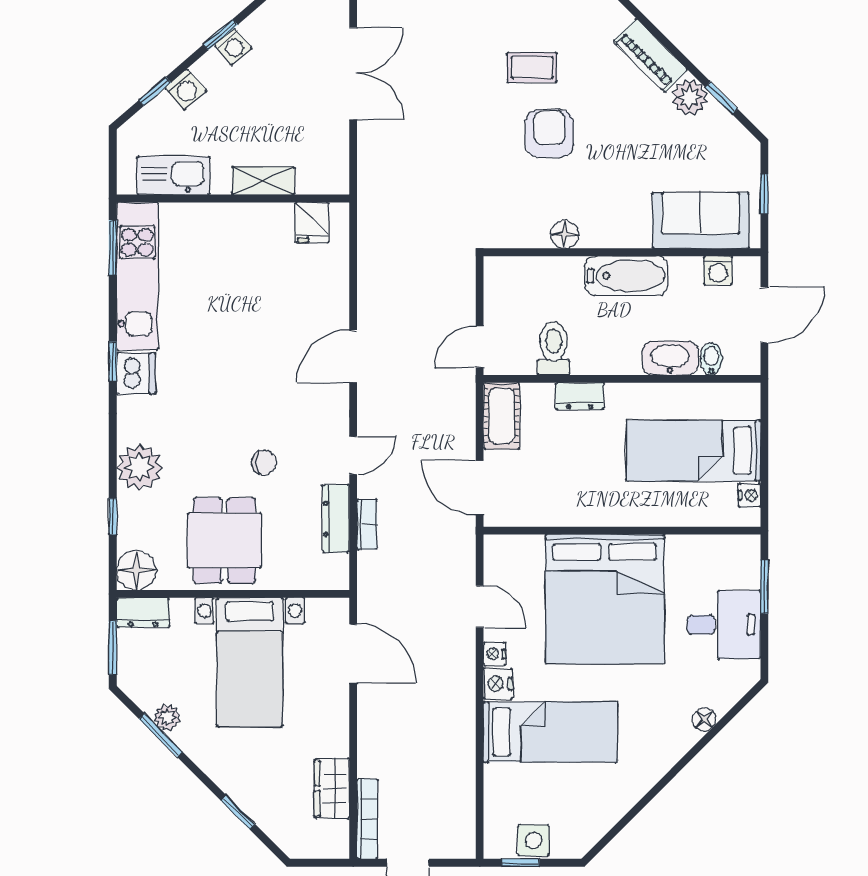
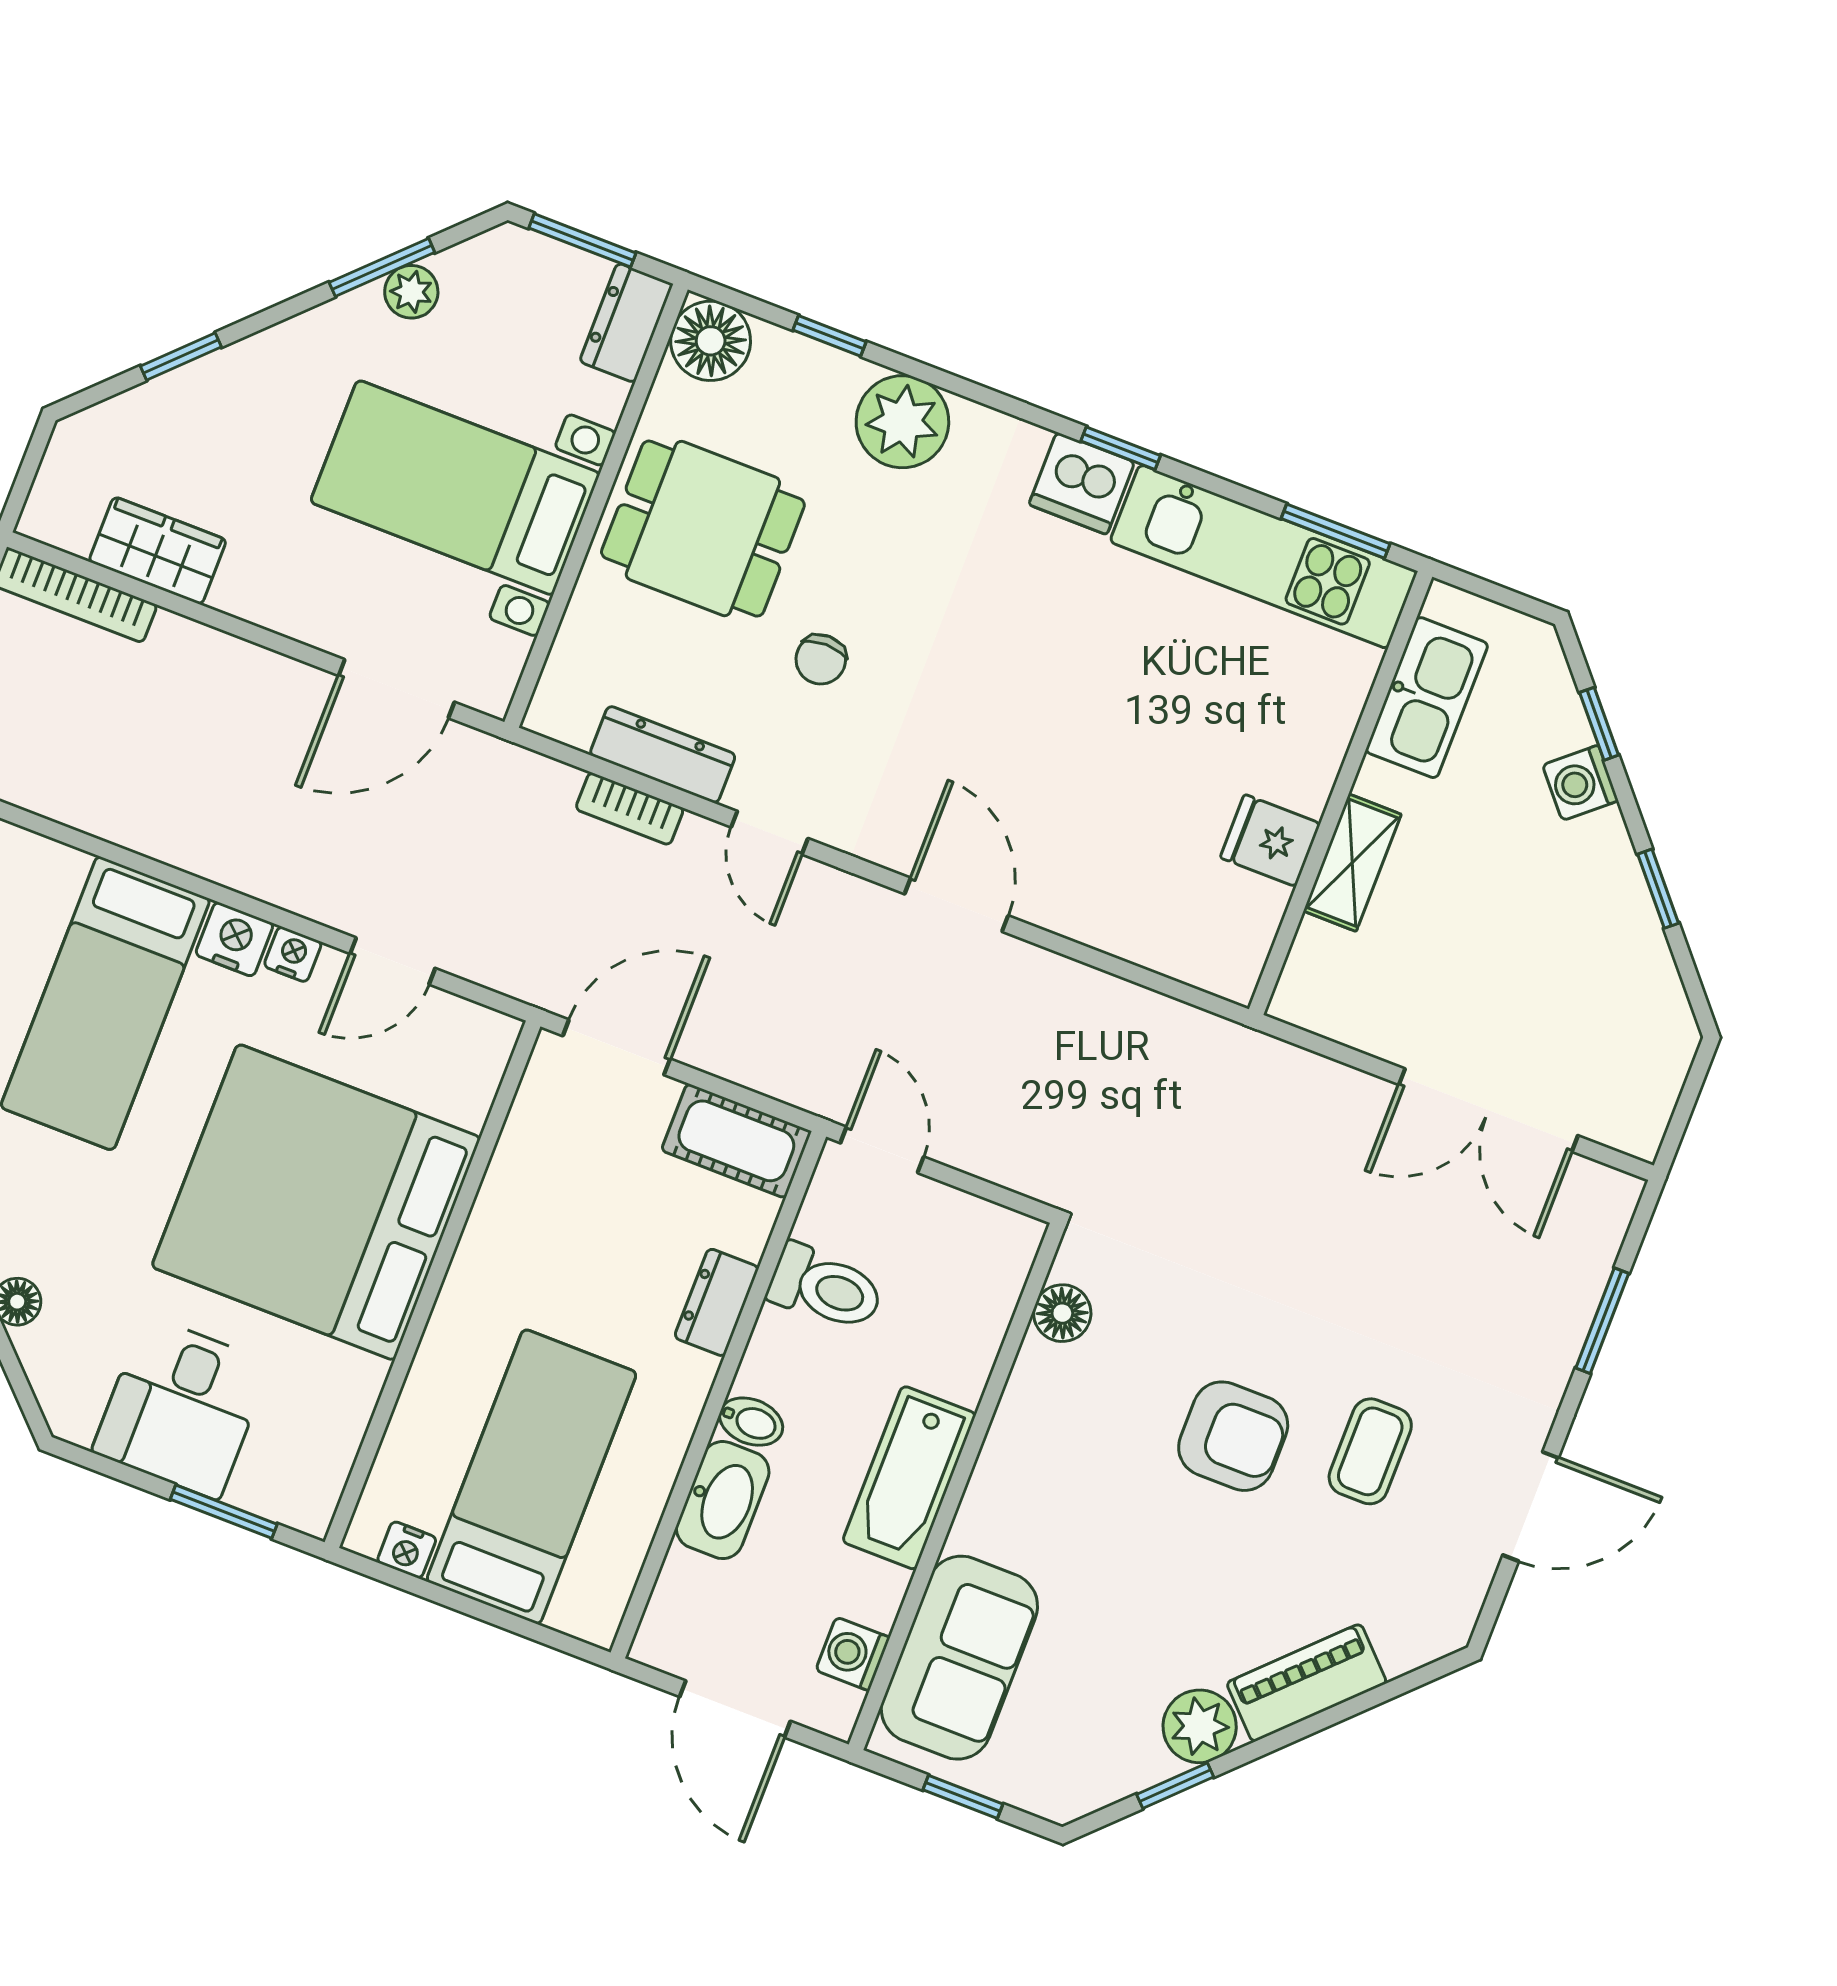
washing machine: (233, 46) -> (1627, 904), removed
fridge: (312, 223) -> (1270, 841), moved
floor lamp: (565, 234) -> (1062, 1313), moved
bidet: (711, 359) -> (751, 1422), moved

